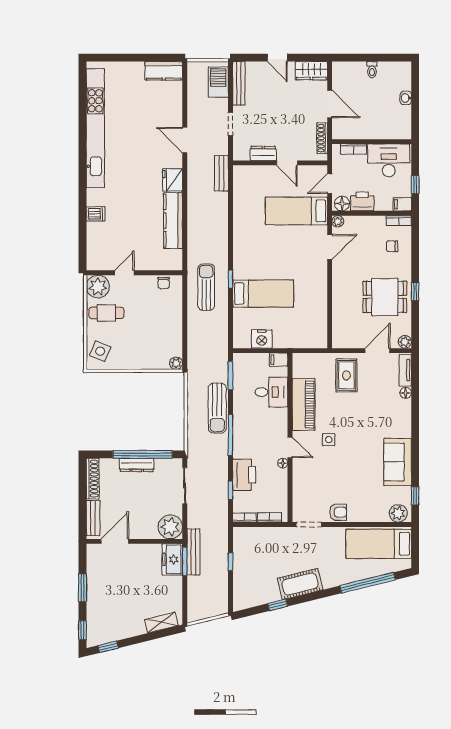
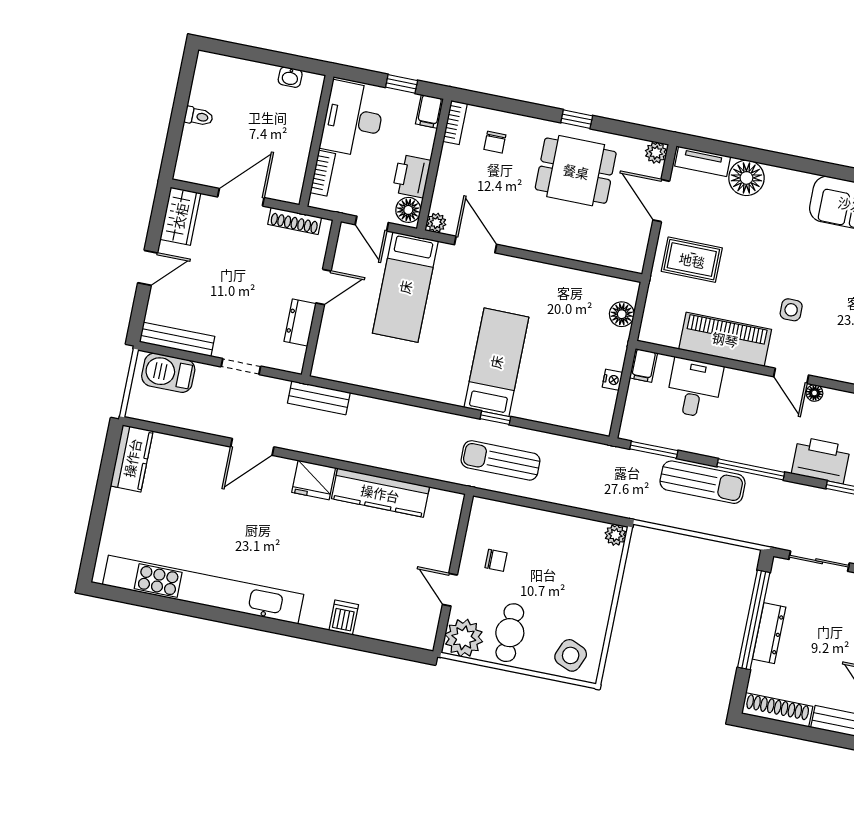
washbasin: (406, 98) -> (290, 77), moved
chair: (164, 283) -> (496, 560), moved
bed: (263, 294) -> (496, 362), moved
dining table: (385, 297) -> (576, 171), turned 90
nightstand: (262, 339) -> (612, 380), width x0.53, depth x0.56
floor lamp: (306, 341) -> (622, 314), added
floor lamp: (406, 393) -> (746, 178), width x1.89, depth x1.89
door: (290, 447) -> (791, 376), swing flipped

